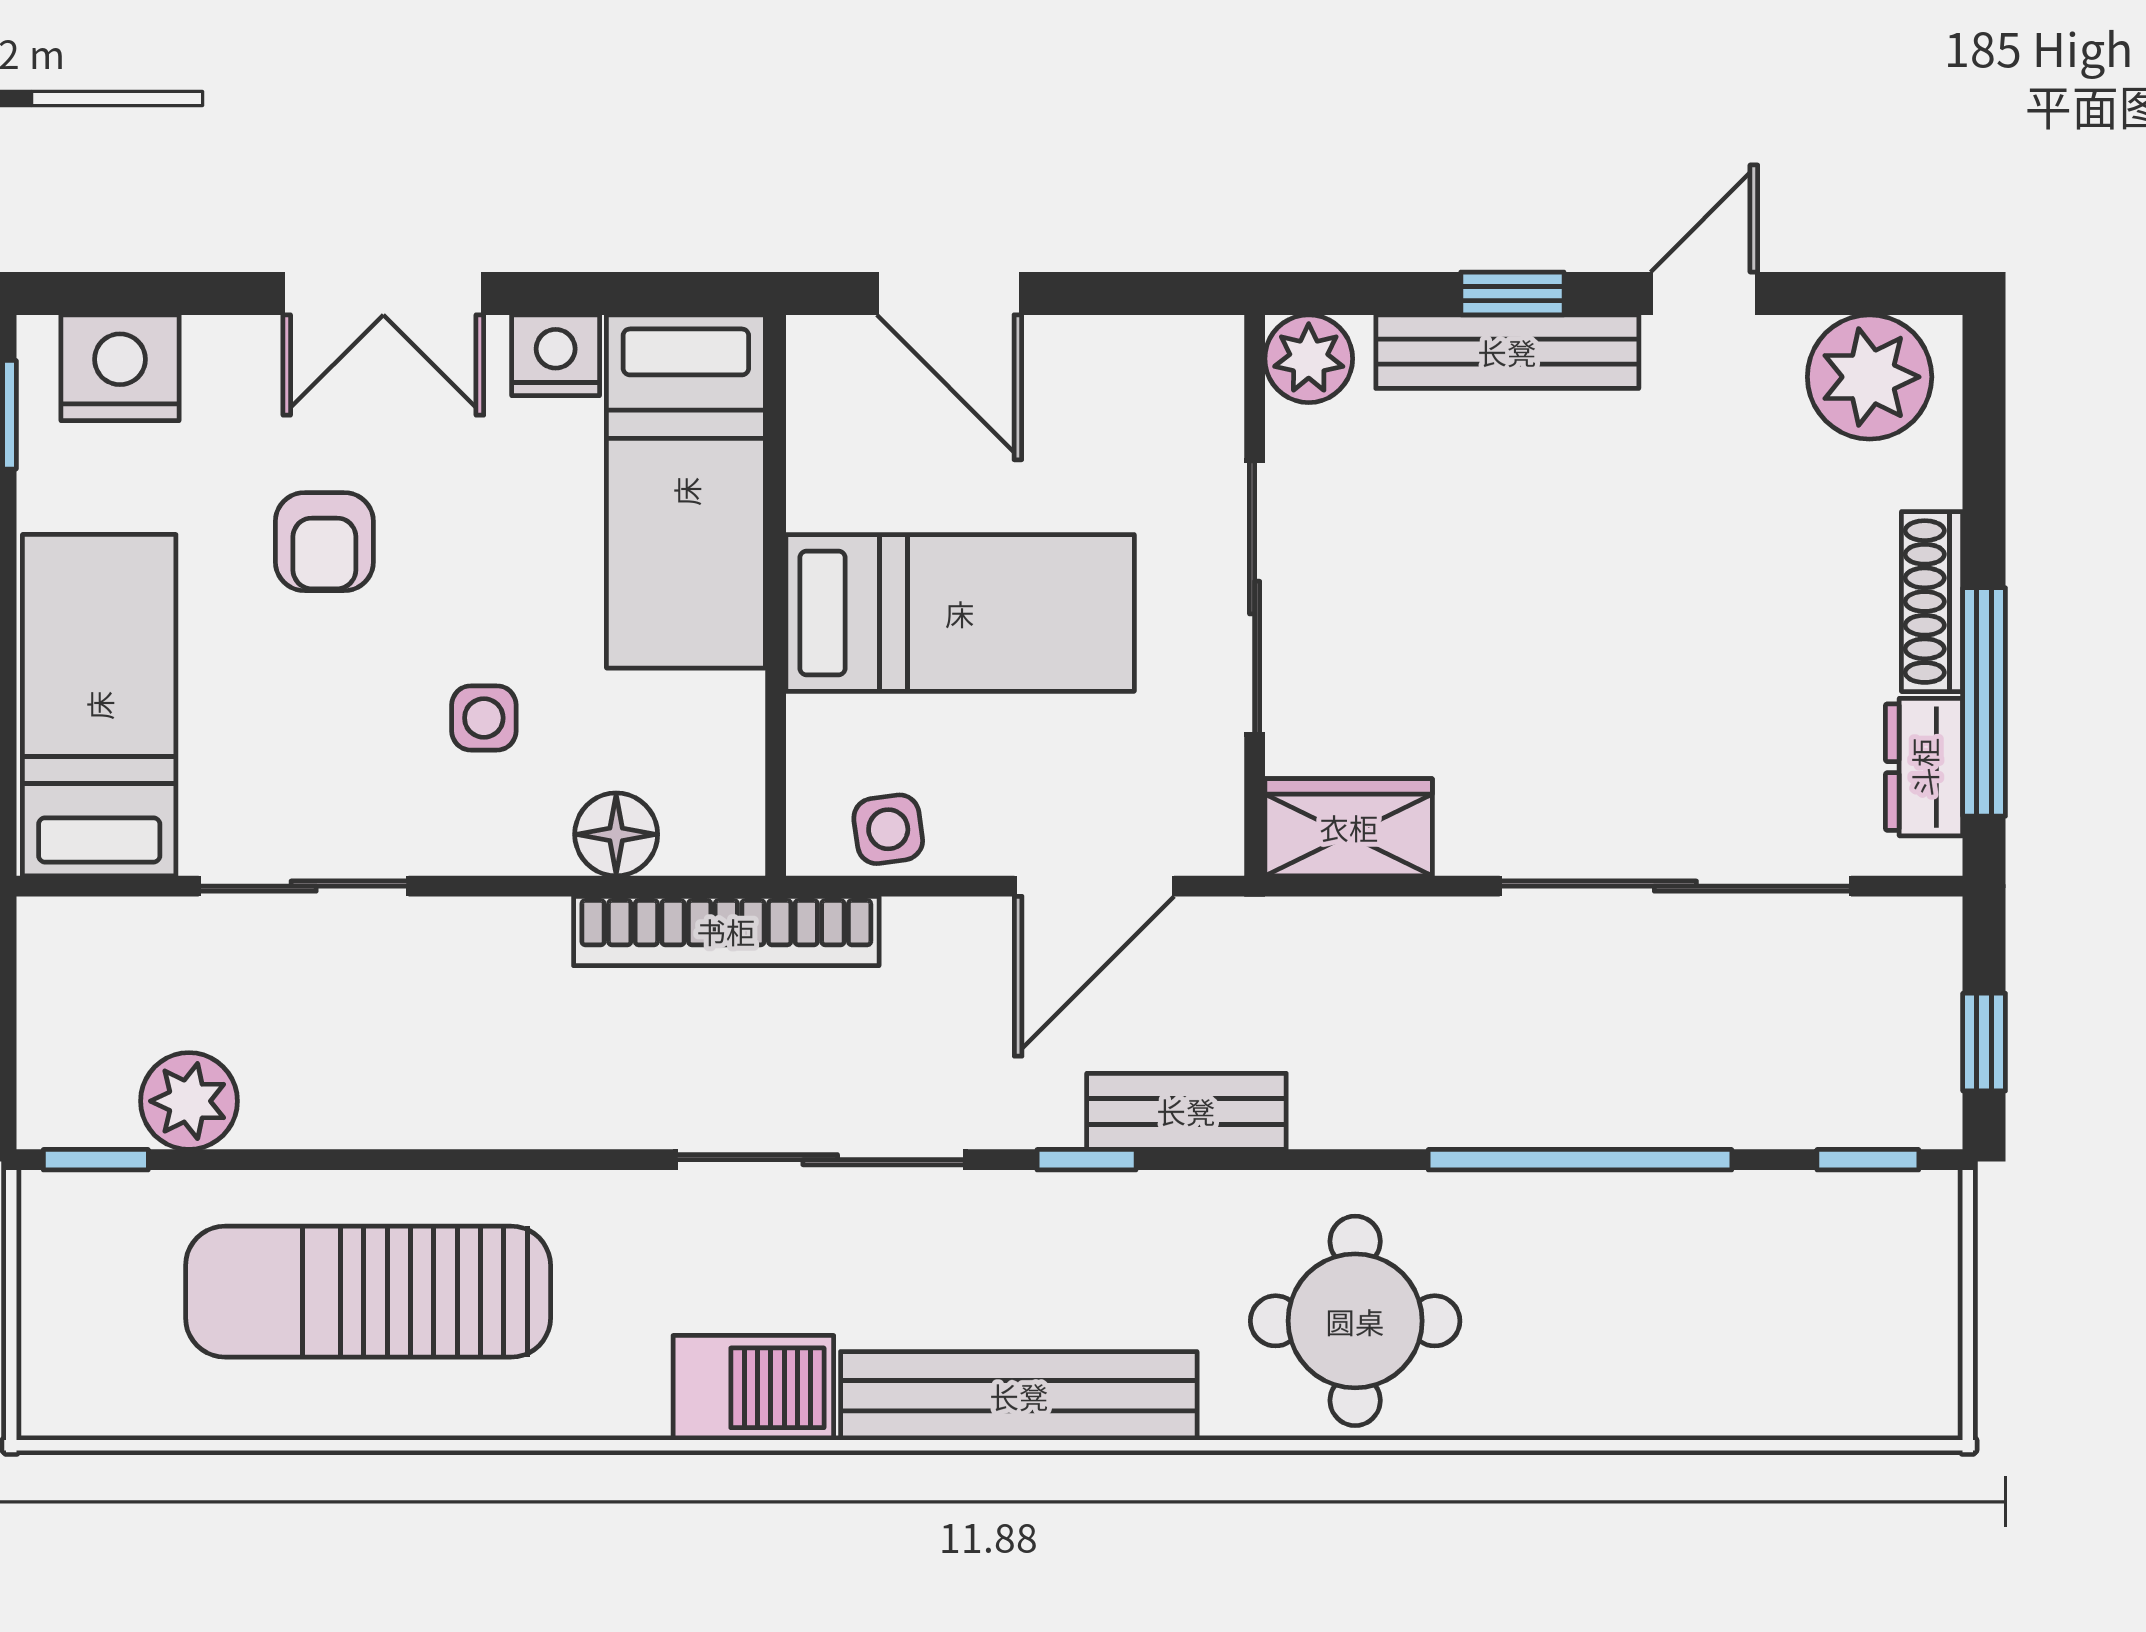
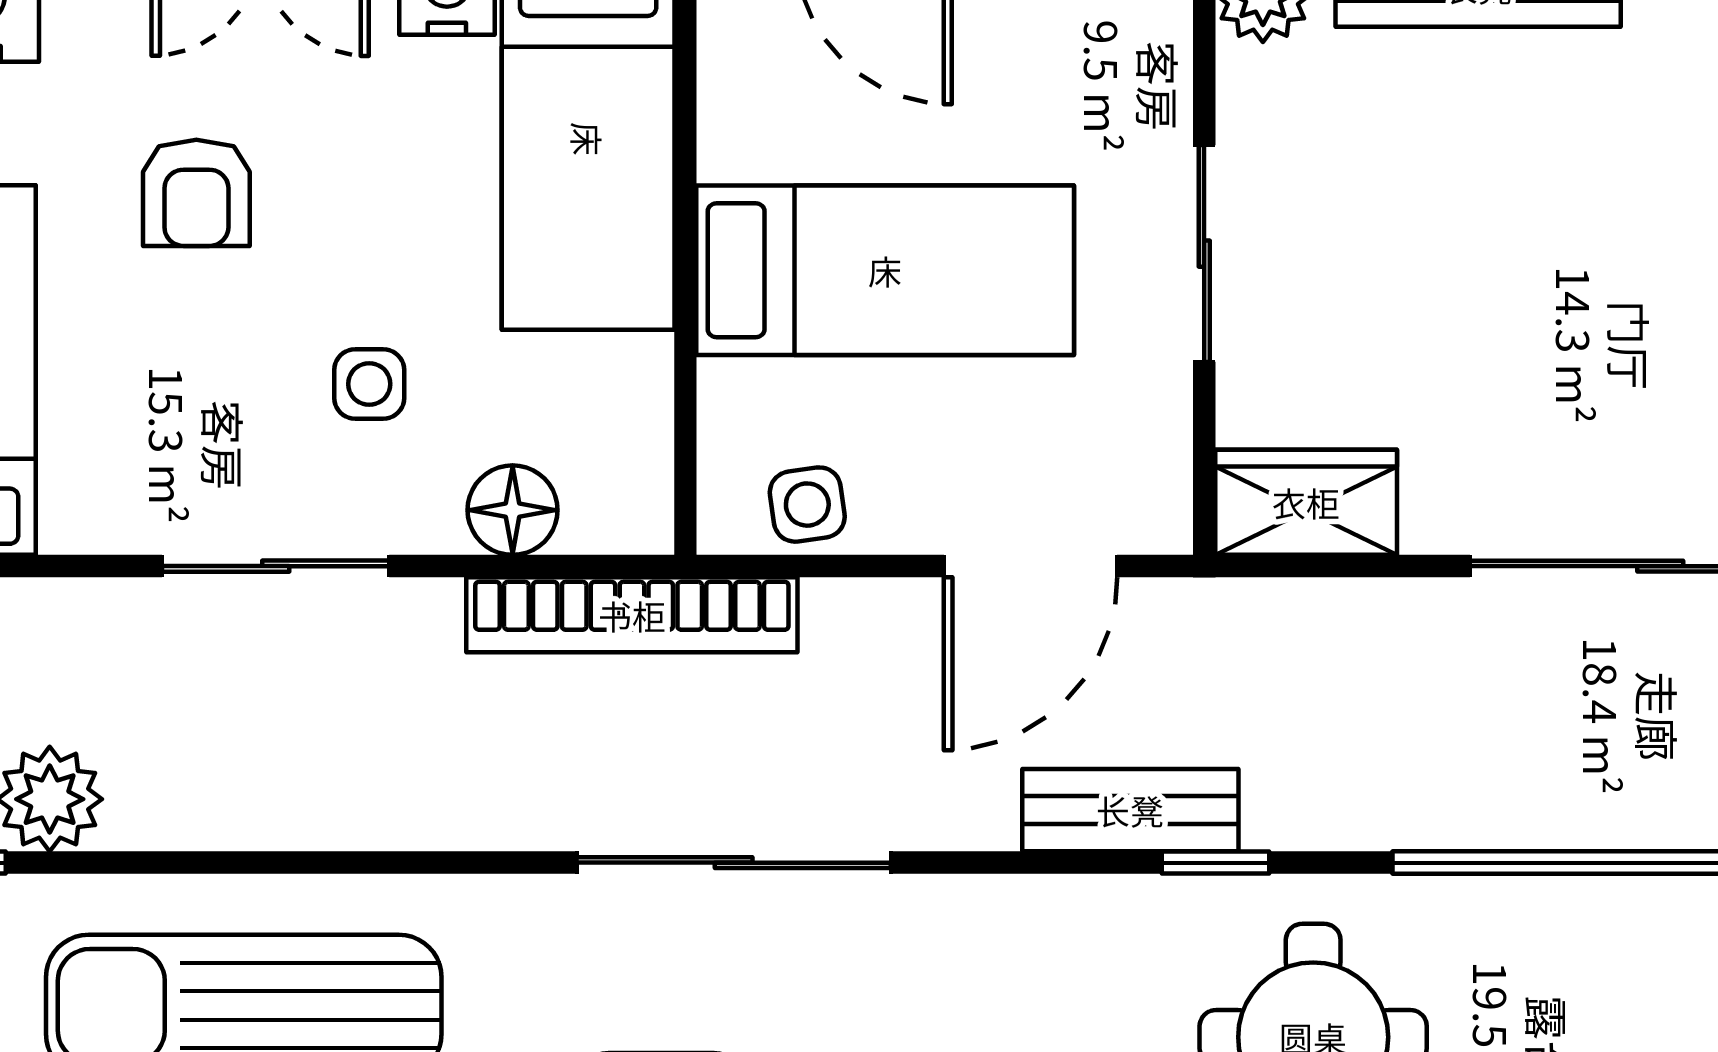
sliding door: (1255, 598) -> (1204, 254), width x0.73
sliding door: (304, 886) -> (276, 566), moved
window: (1087, 1160) -> (1215, 863), moved

